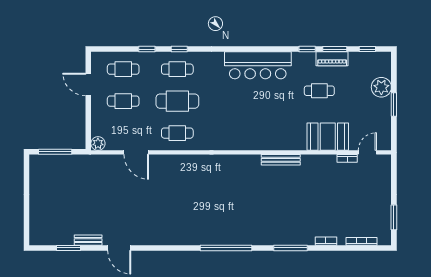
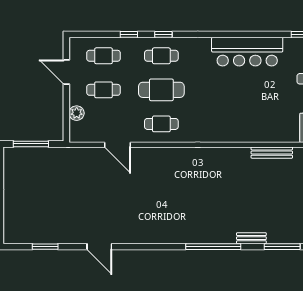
plant: (98, 144) -> (77, 113), moved
bench: (88, 240) -> (251, 238), moved

